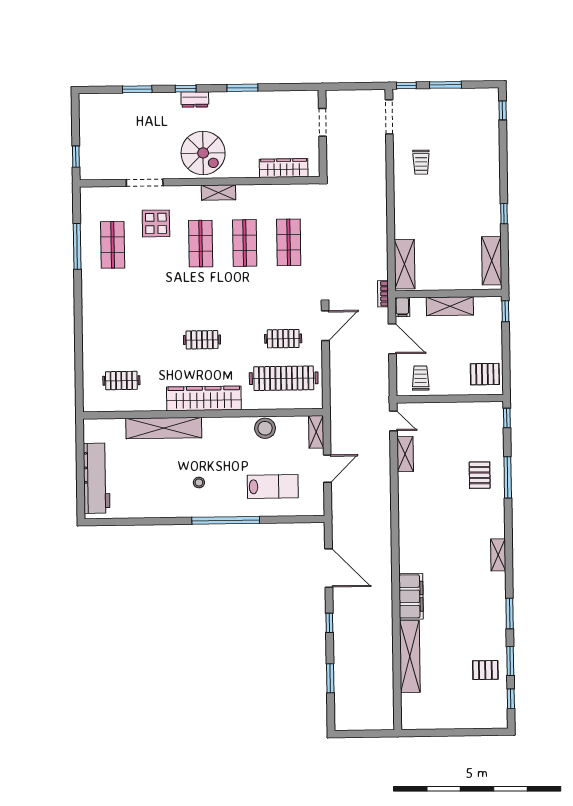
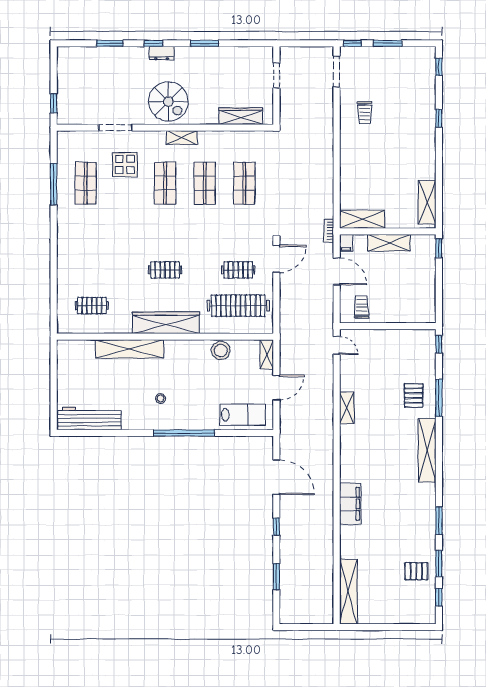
window: (504, 214) -> (439, 118), moved
shelving: (405, 264) -> (362, 219), moved, turned 90
pallet: (485, 374) -> (420, 304), removed
shelving: (405, 454) -> (347, 408), moved
workbench: (97, 478) -> (89, 418), moved, turned -90
lab bench: (273, 487) -> (243, 415), moved
shelving: (498, 555) -> (427, 450), width x2.20, depth x1.33
shelving: (410, 657) -> (348, 592), moved

